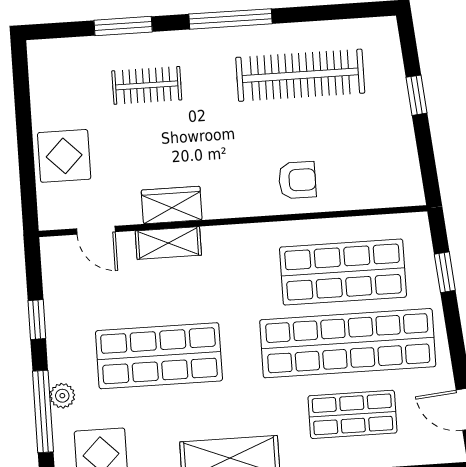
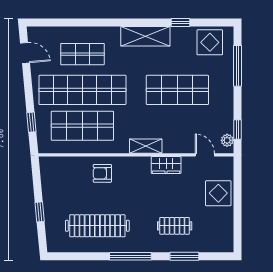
shelving: (168, 243) -> (146, 146), moved
window: (37, 320) -> (237, 130), moved
plant: (62, 396) -> (227, 140), moved

